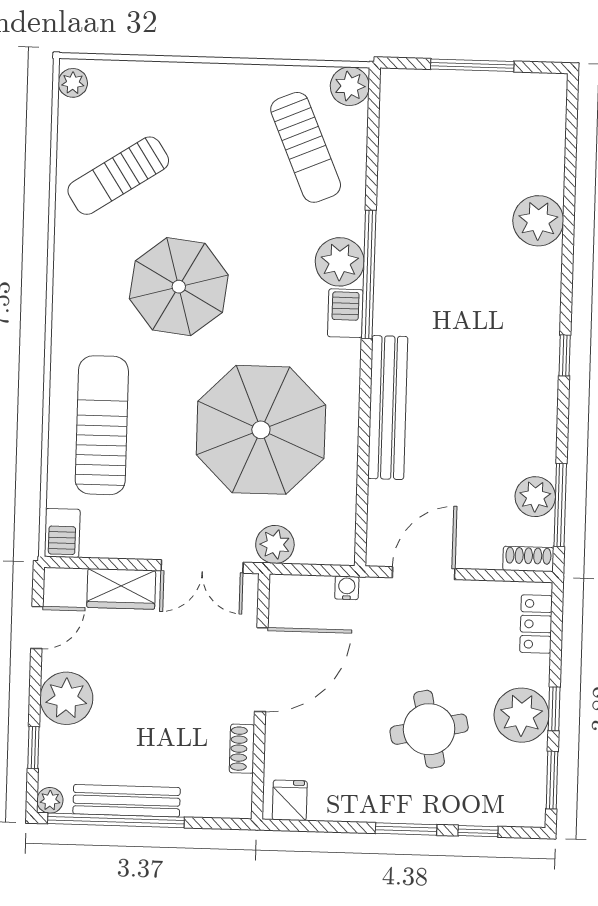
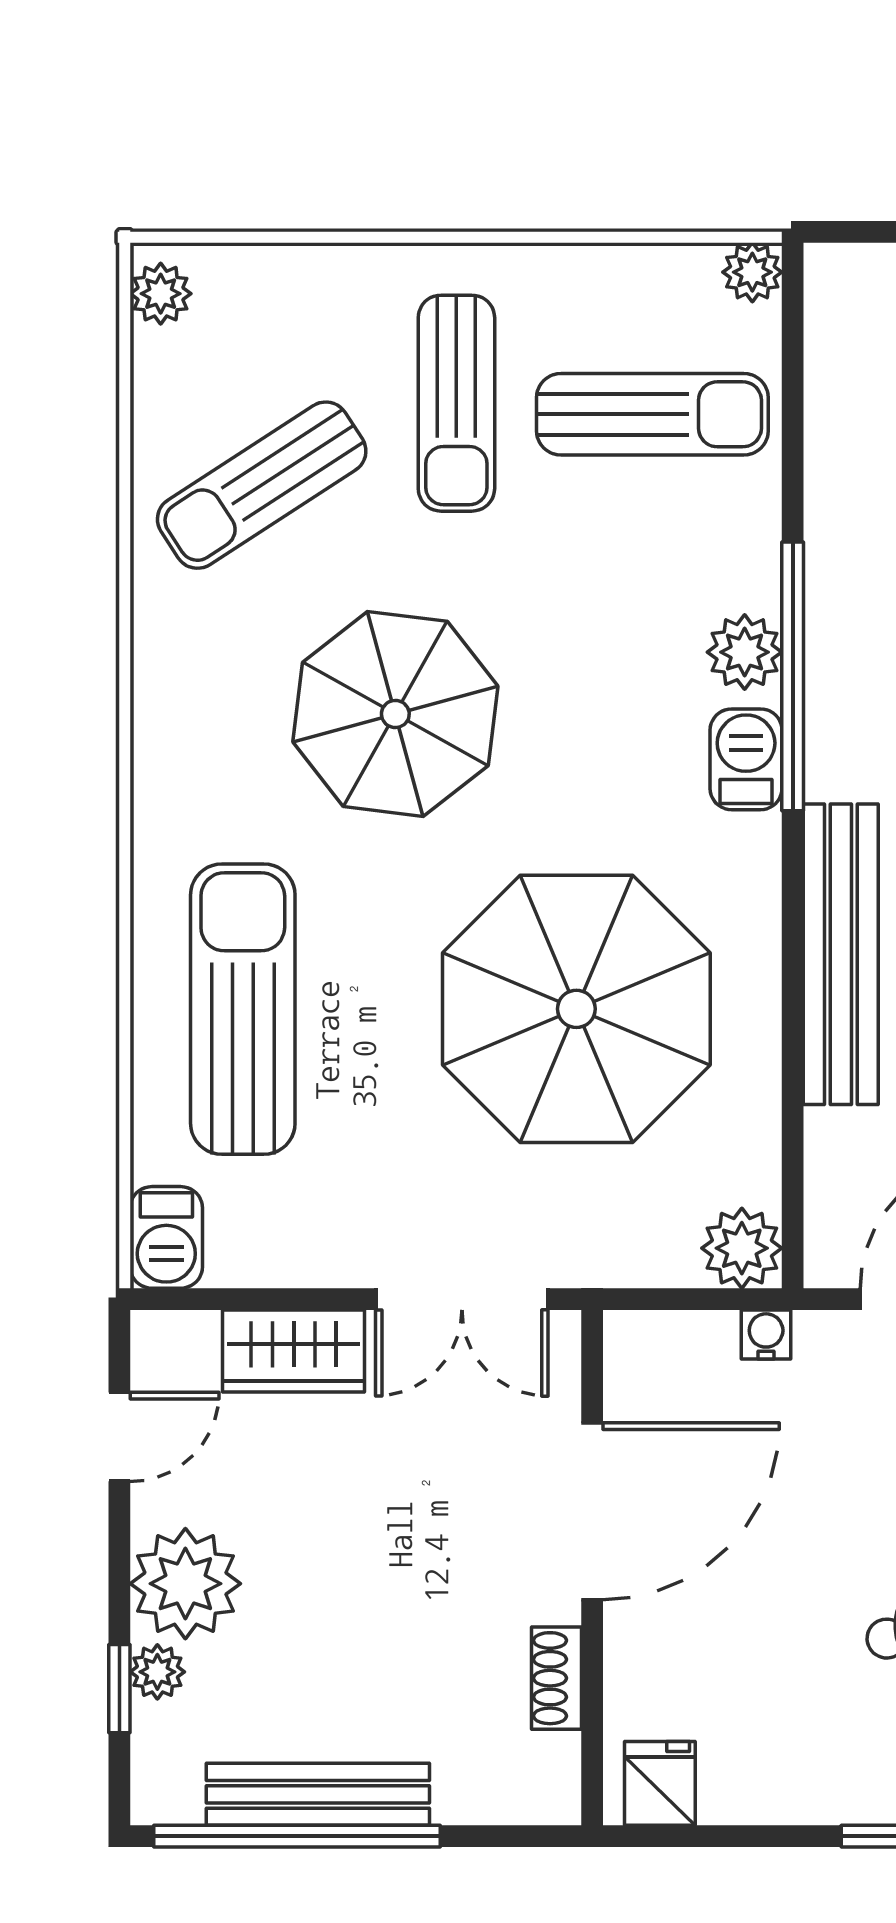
plant: (350, 86) -> (752, 272), width x0.73, depth x0.73
sun lounger: (212, 139) -> (456, 403), added
sun lounger: (306, 147) -> (652, 414), turned -67
plant: (340, 262) -> (745, 652), width x0.73, depth x0.73
plant: (275, 544) -> (742, 1248), moved
plant: (50, 800) -> (157, 1672), moved

